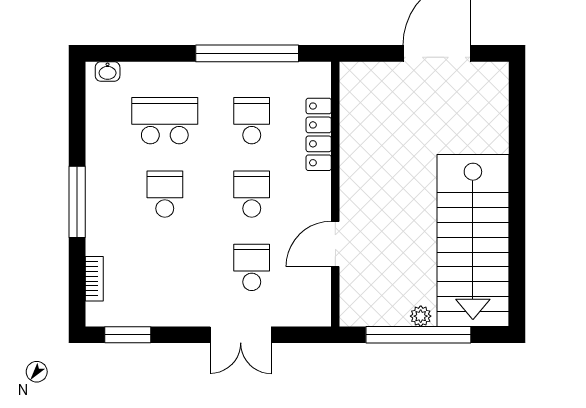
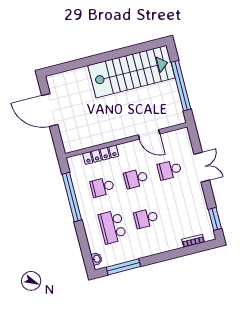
window: (77, 202) -> (123, 267), moved
plant: (421, 316) -> (172, 87), removed

